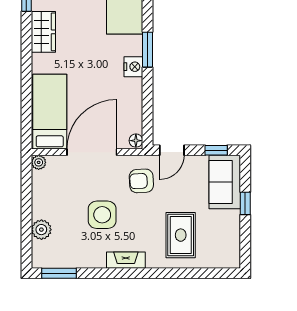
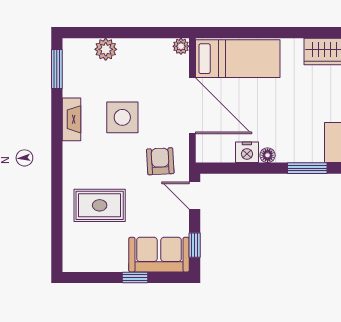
nightstand: (133, 67) -> (247, 152), moved
floor lamp: (136, 141) -> (268, 155), moved
fireplace: (126, 260) -> (72, 119), moved

